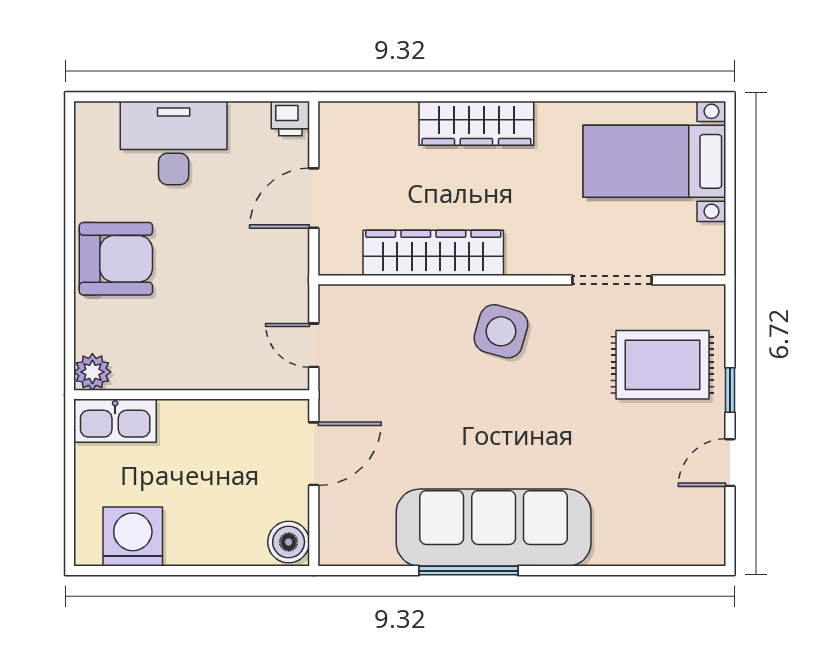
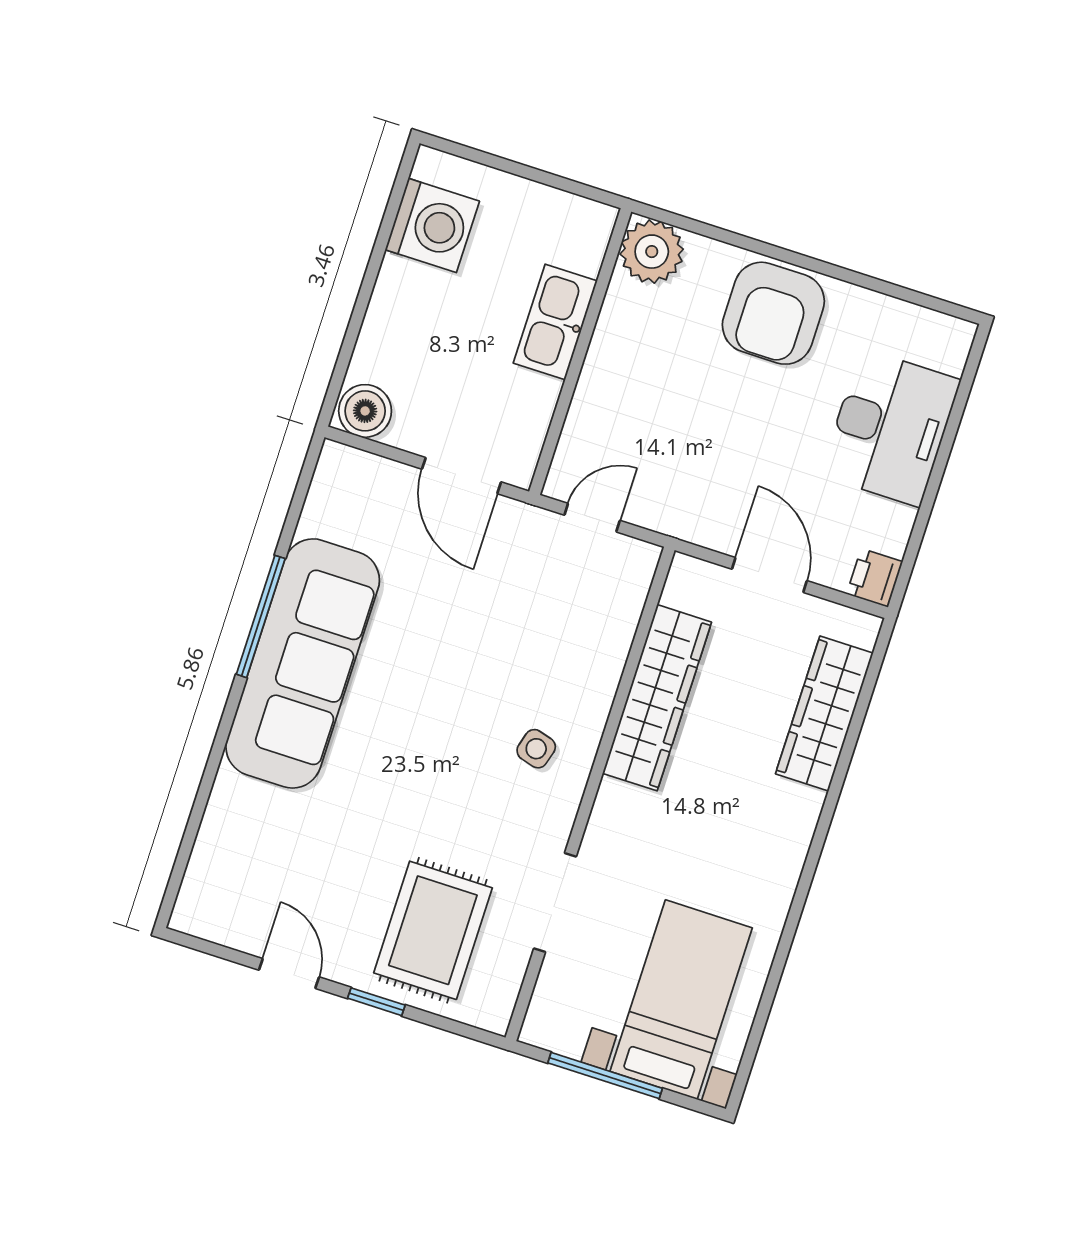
wardrobe: (476, 123) -> (824, 713), moved
window: (730, 200) -> (605, 1076), added
side table: (501, 331) -> (536, 749), width x0.54, depth x0.54
plant: (92, 372) -> (652, 252), width x1.36, depth x1.36
kitchen sink: (115, 421) -> (555, 322), moved

